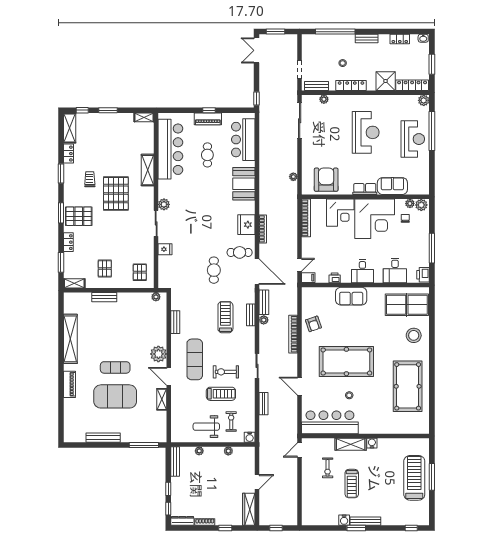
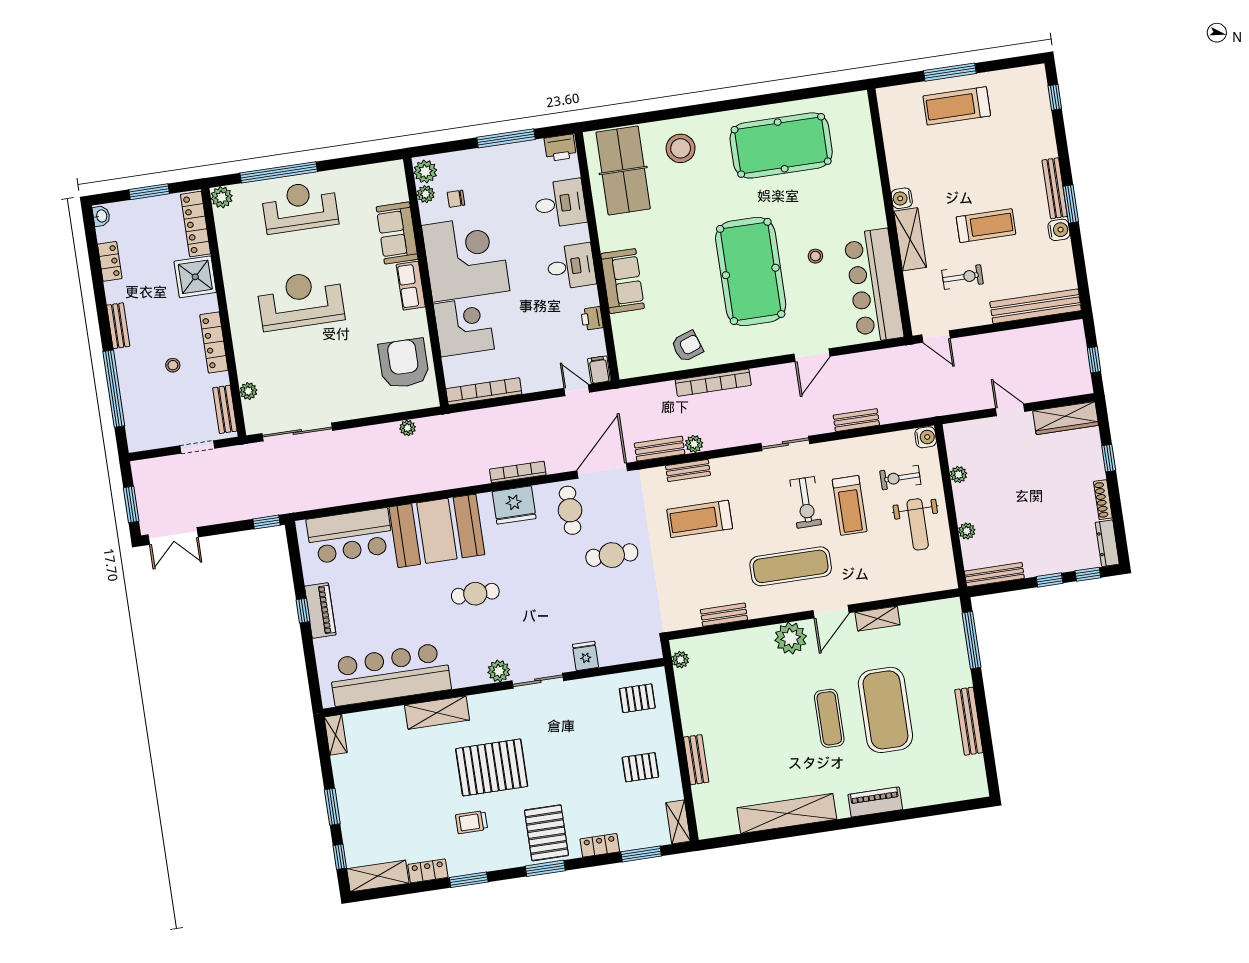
cafe table: (207, 155) -> (475, 594), moved
armchair: (326, 180) -> (404, 363), turned 90
booth: (244, 184) -> (437, 531), width x1.36, depth x1.42
treadmill: (221, 394) -> (850, 505), turned 180
treadmill: (414, 478) -> (957, 106), width x0.73, depth x0.73
bench: (307, 503) -> (1036, 306), added

